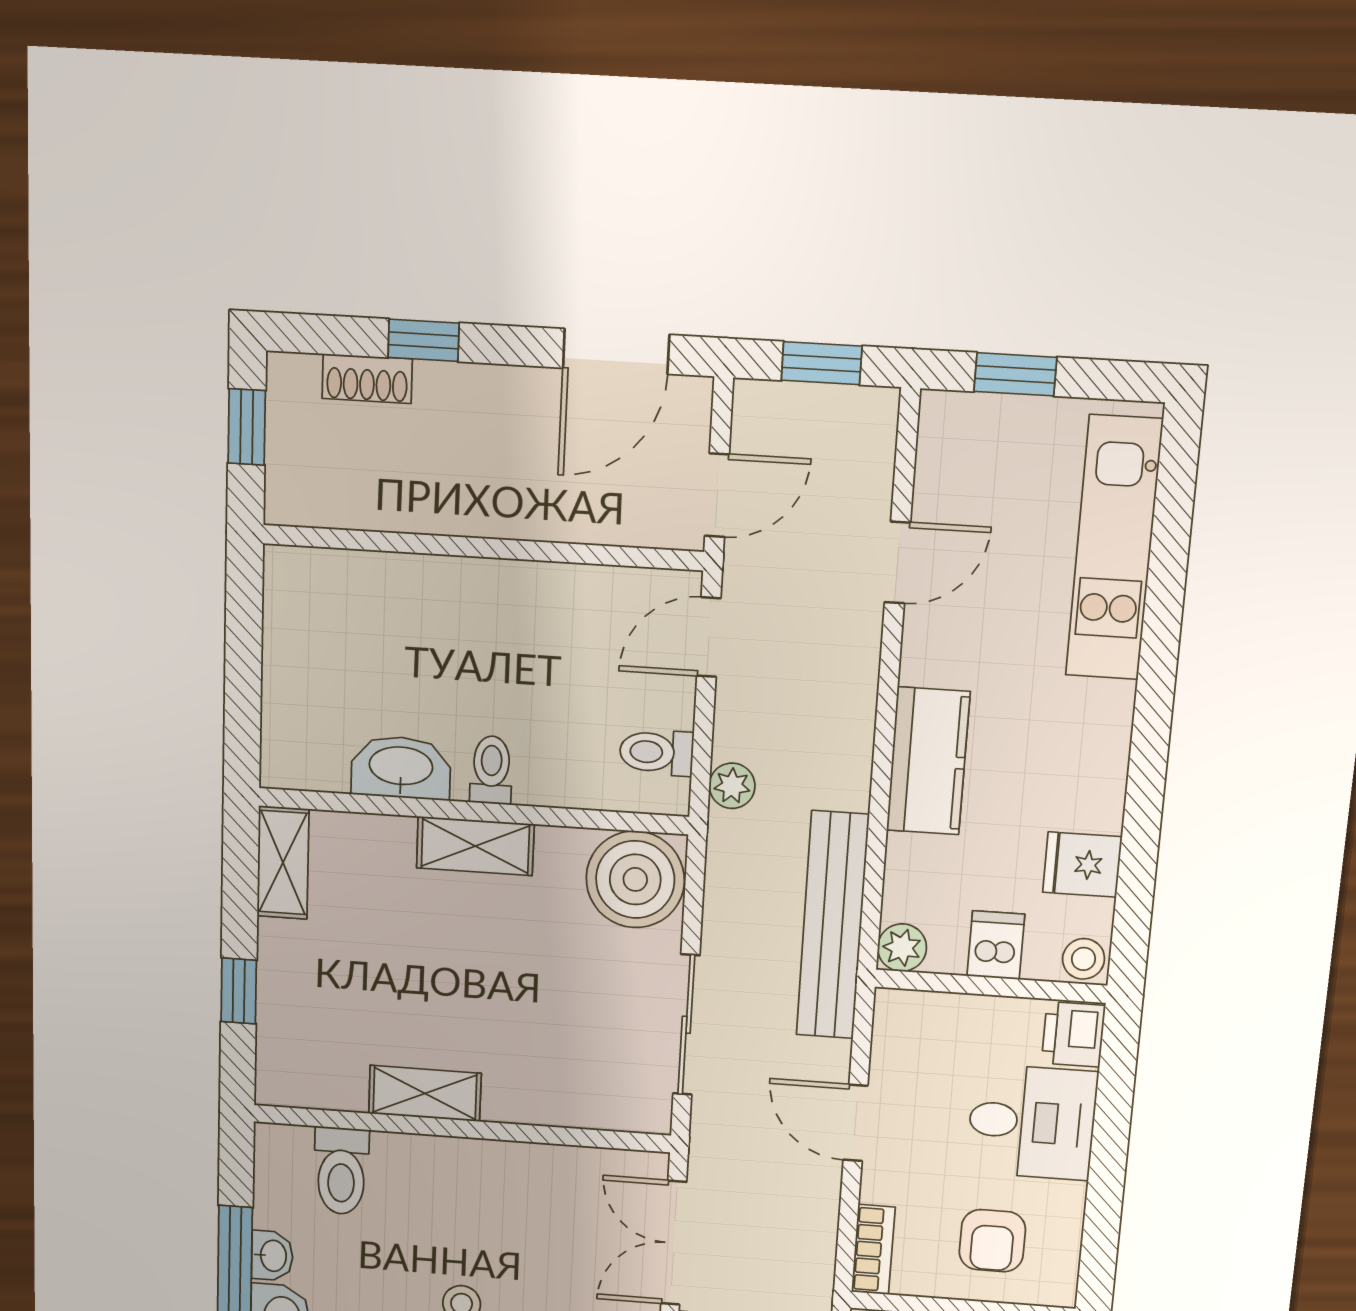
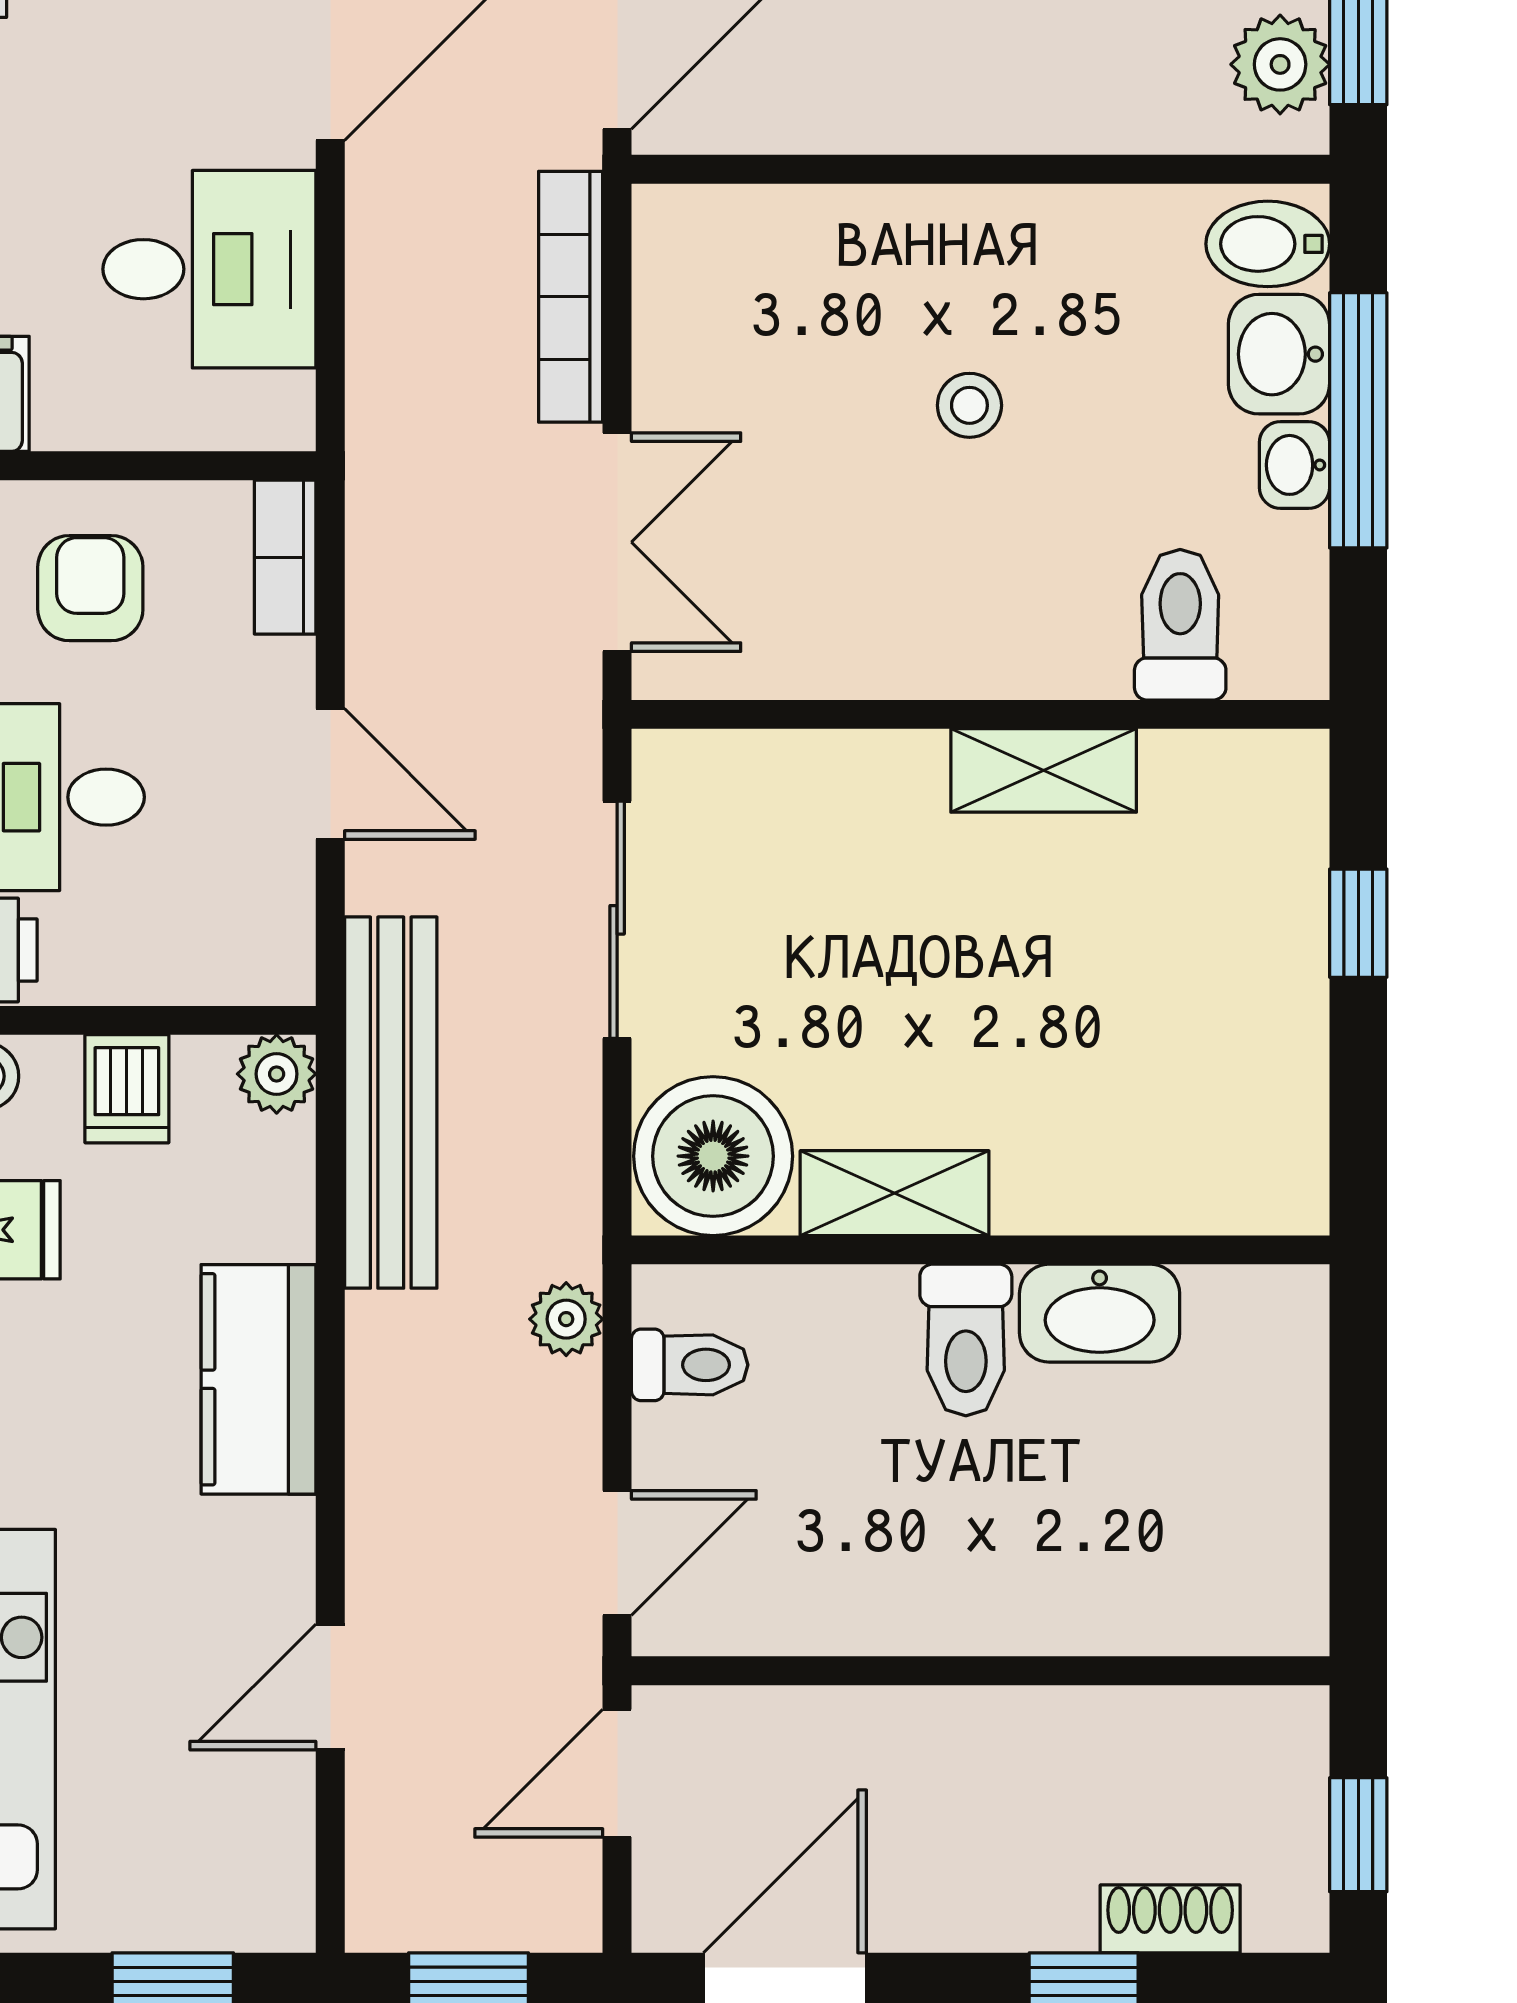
toilet: (491, 770) -> (966, 1340), width x1.37, depth x1.39
shelving: (475, 846) -> (895, 1193), moved
shelving: (283, 863) -> (1288, 1144), removed

